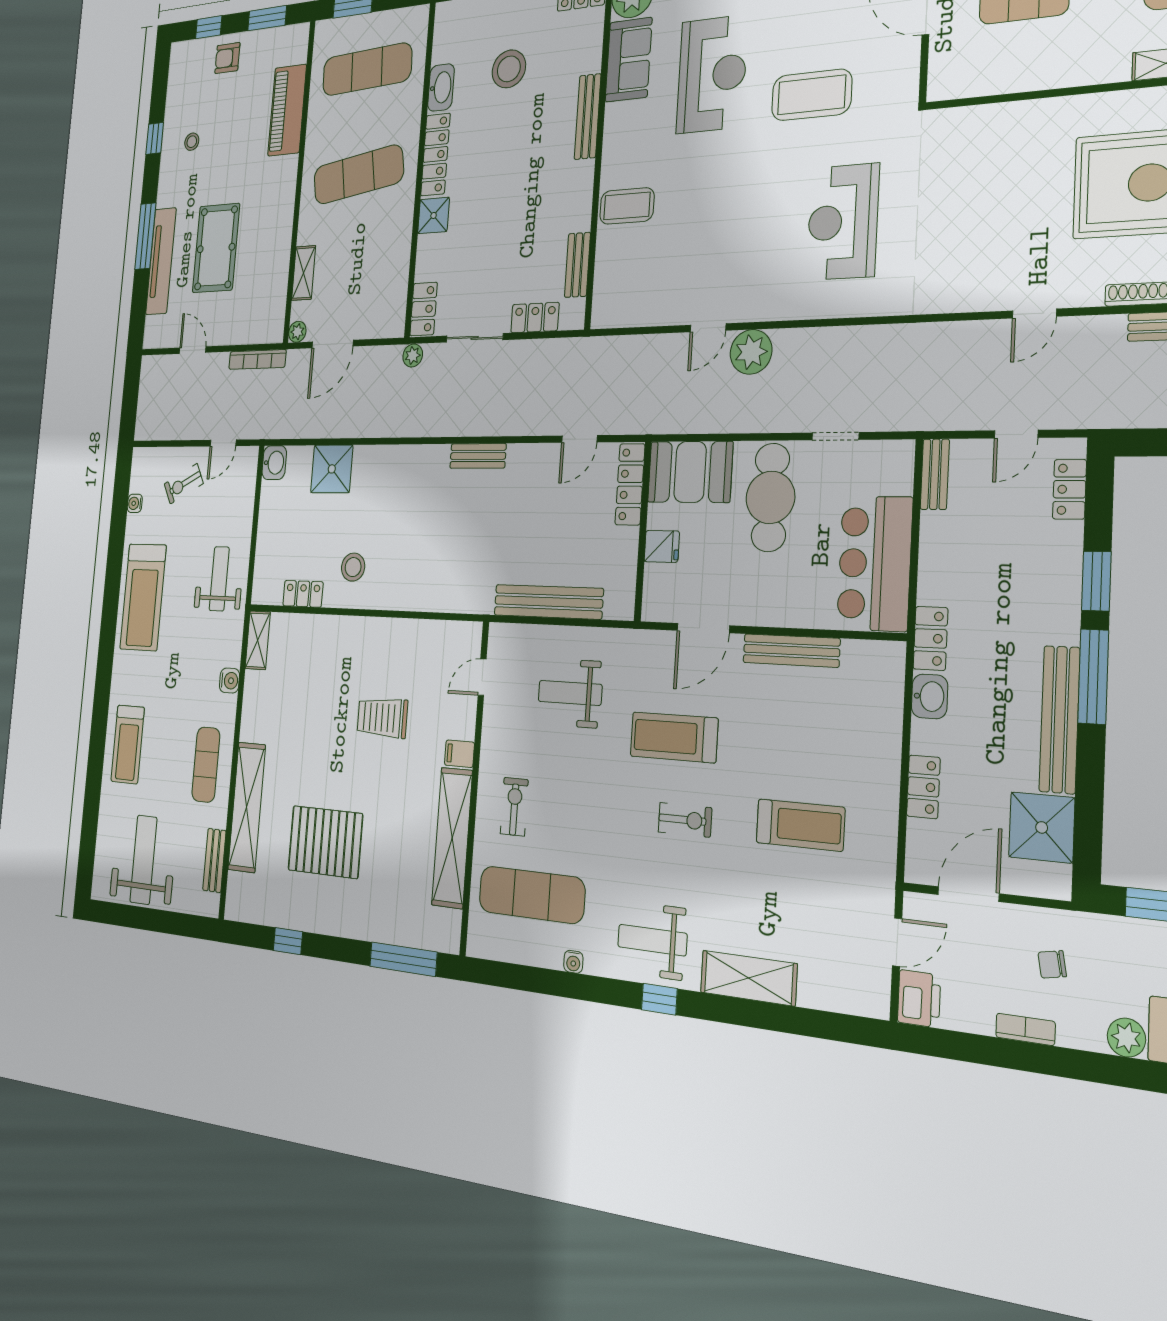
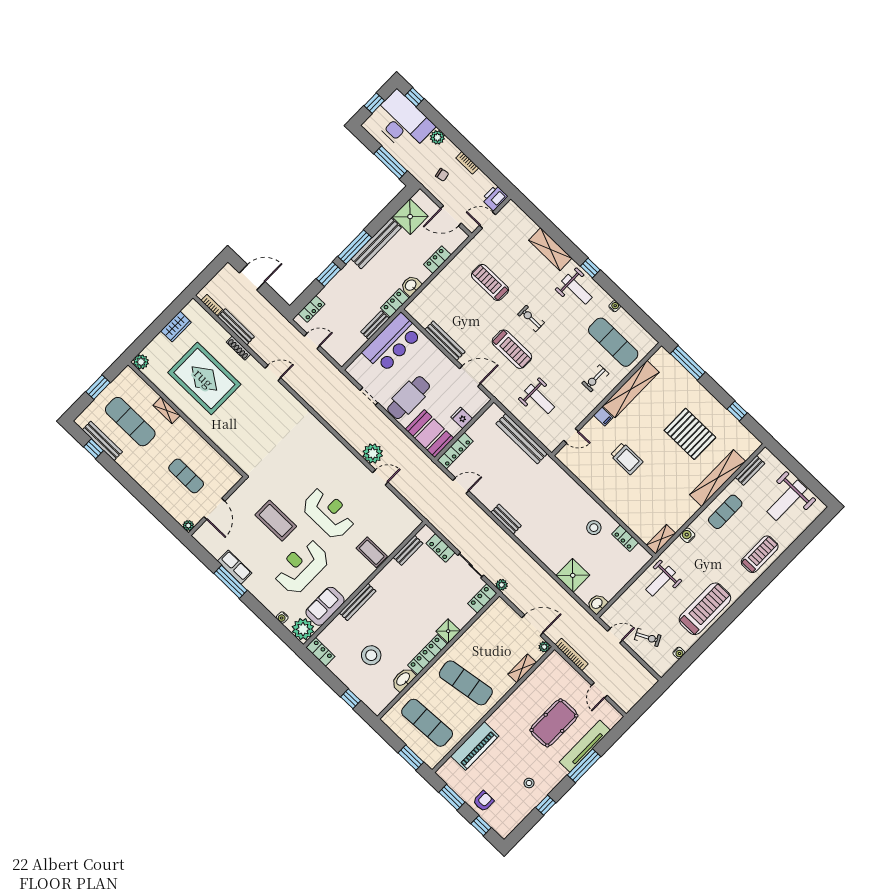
armchair: (227, 58) -> (483, 801), turned -90
reception desk: (843, 222) -> (329, 513), moved, turned -90
bench: (935, 474) -> (375, 325), moved

